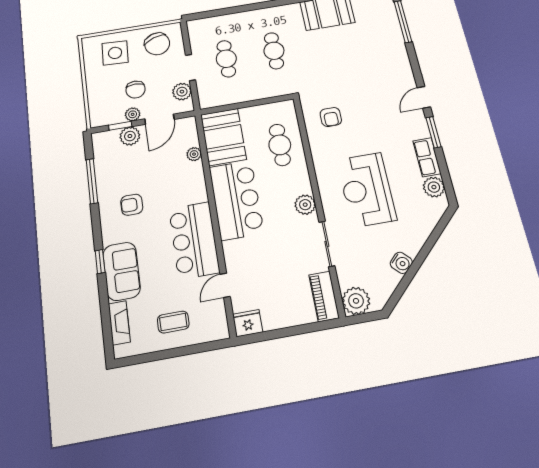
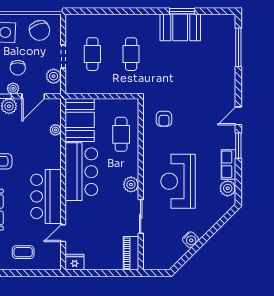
plant: (356, 301) -> (153, 260), removed

